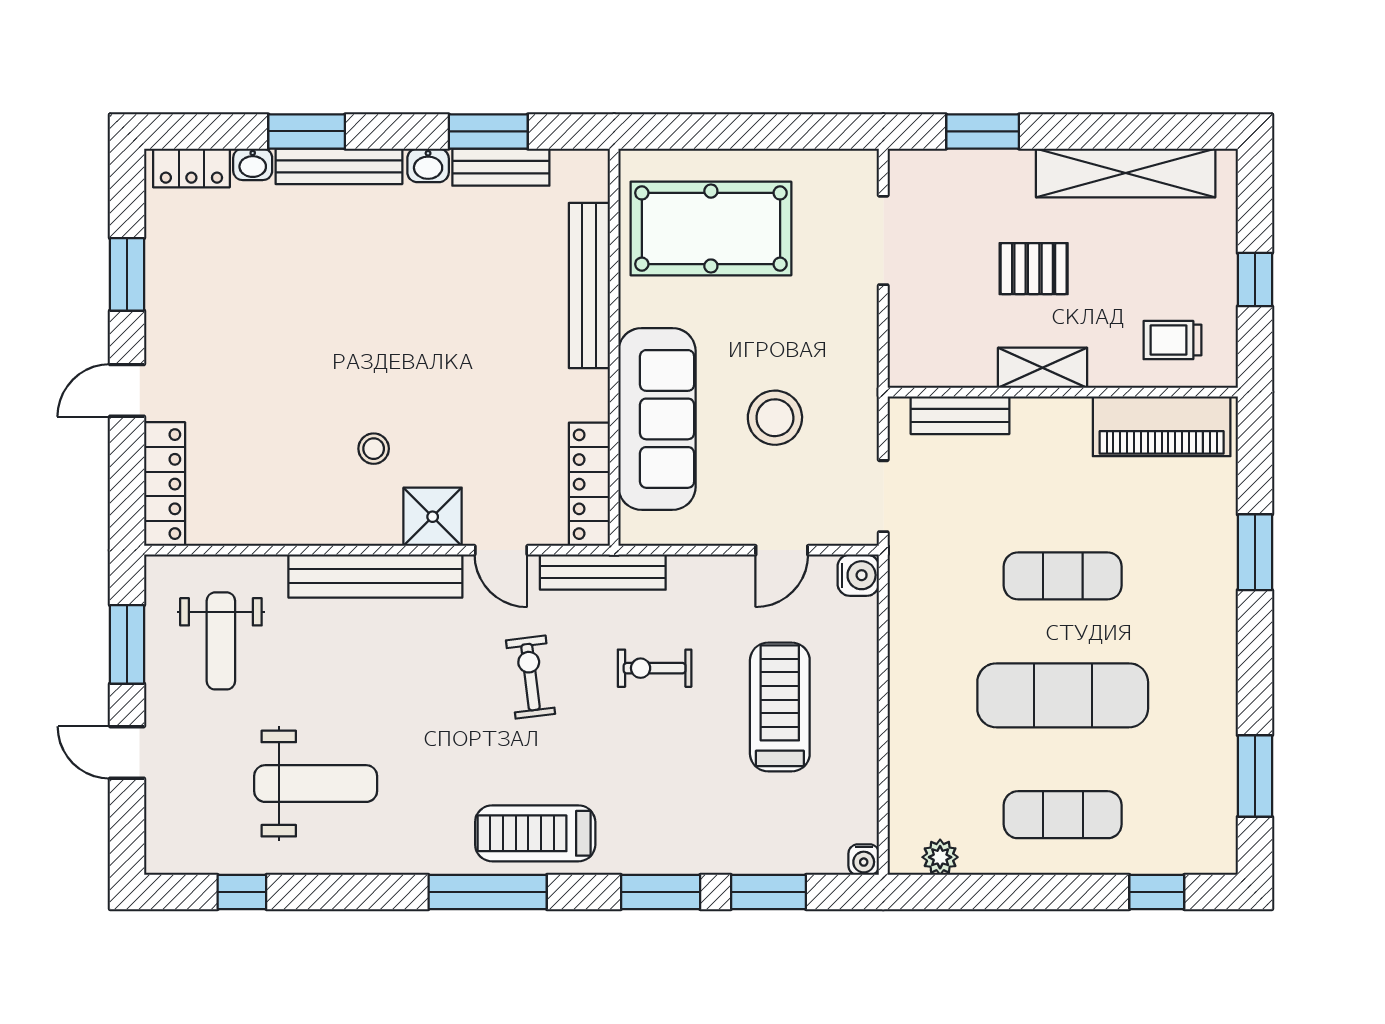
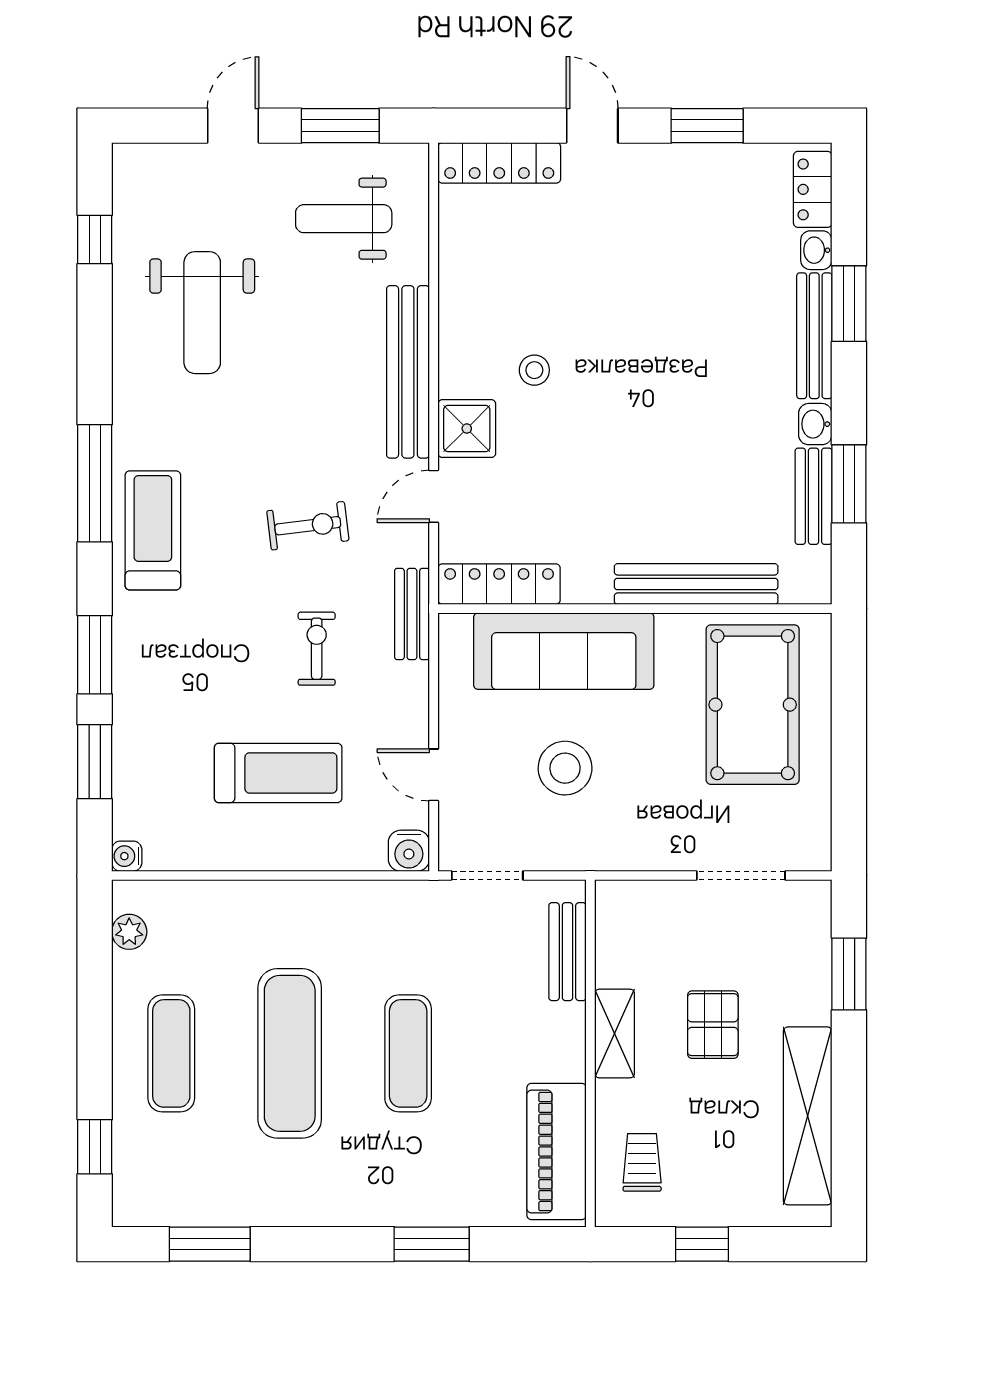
bench: (603, 572) -> (412, 614), width x0.73

